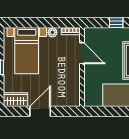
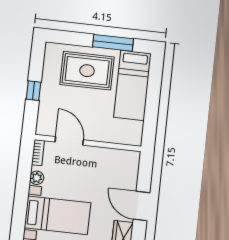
door: (82, 53) -> (69, 141), hinge flipped

